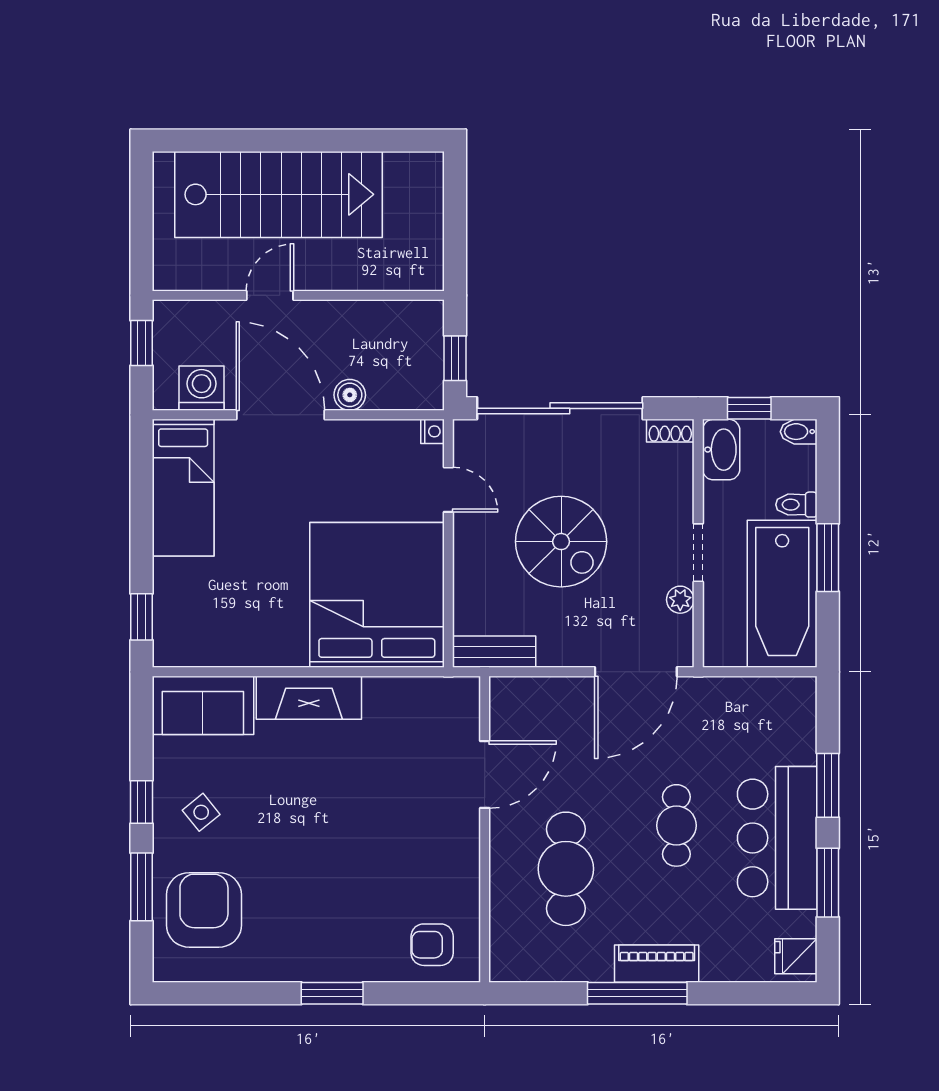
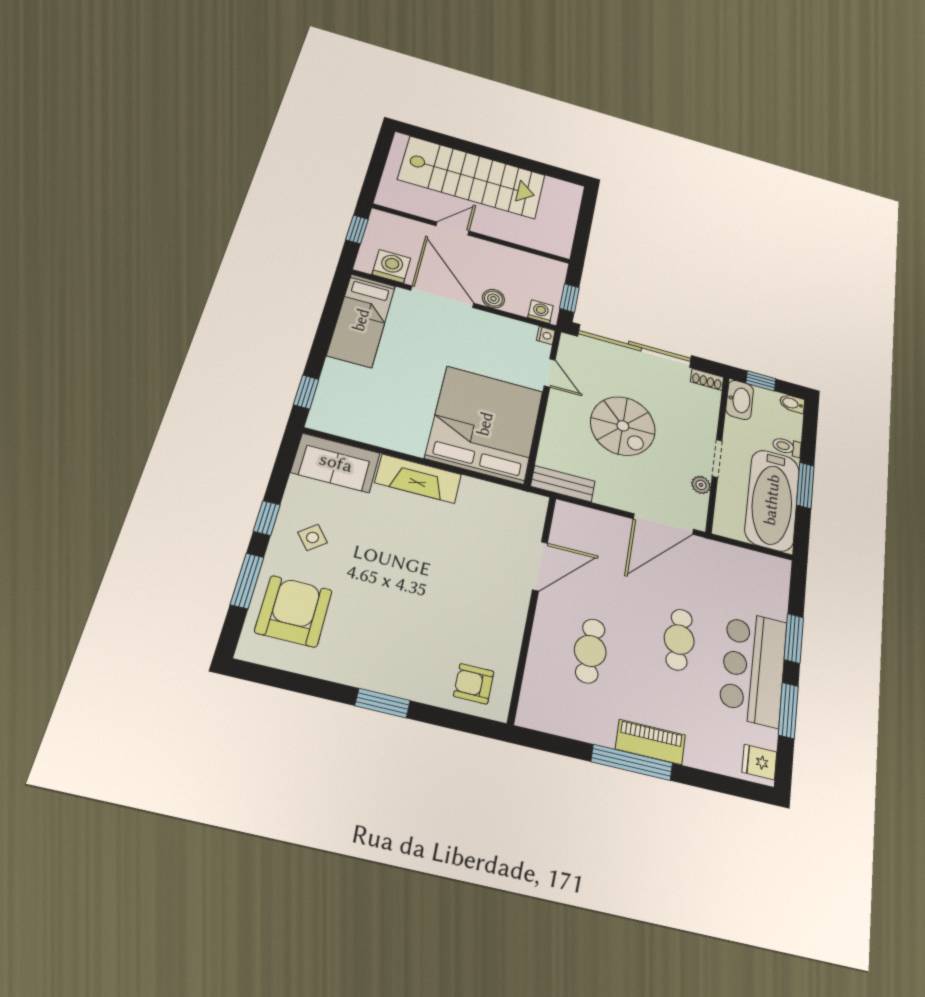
washing machine: (418, 395) -> (541, 312), added
cafe table: (566, 869) -> (590, 651), width x0.73, depth x0.74

